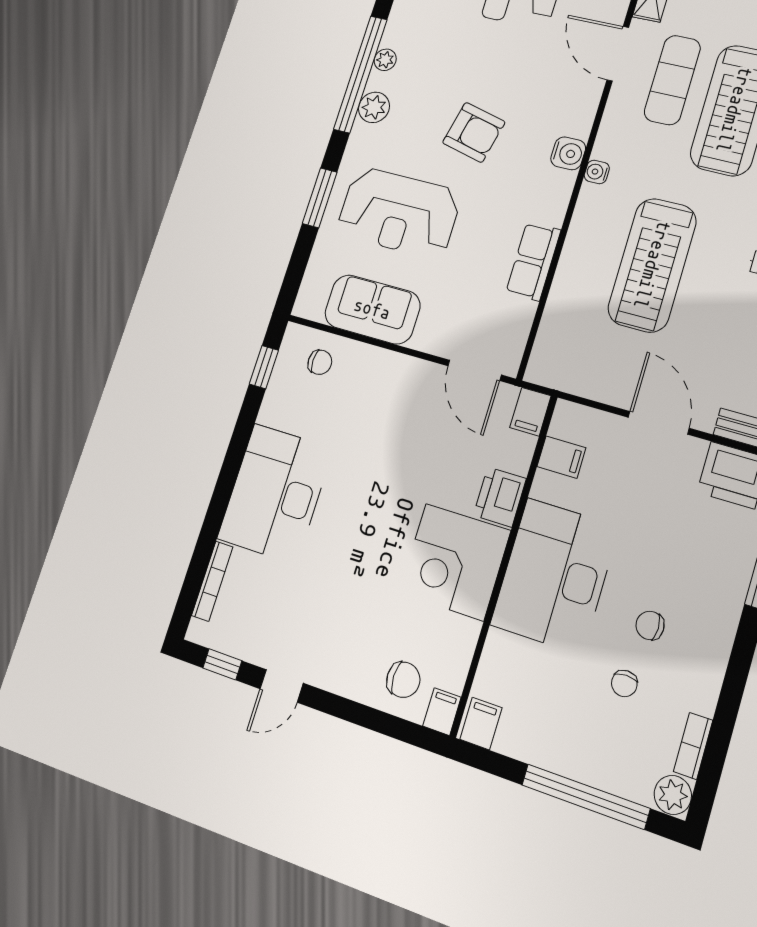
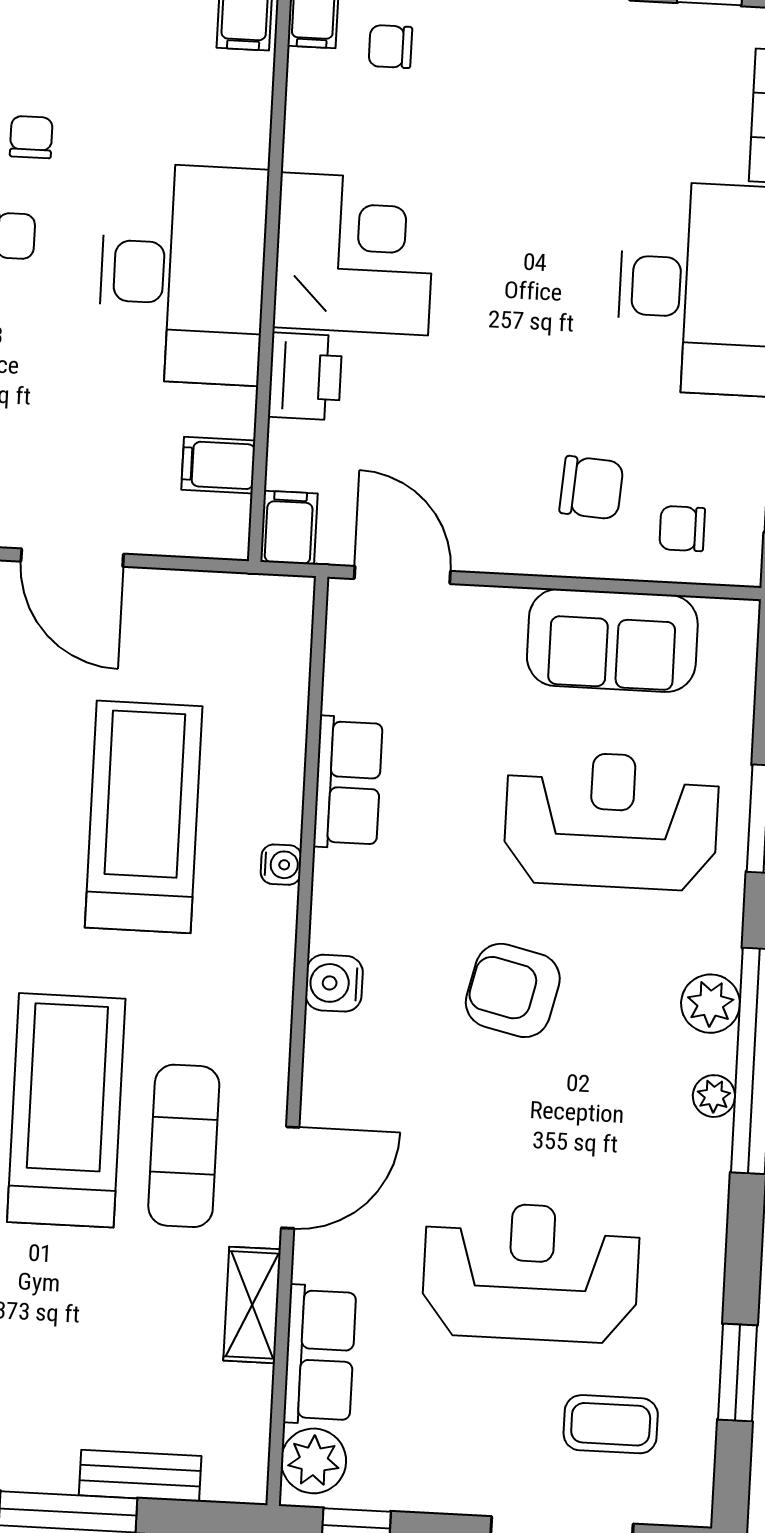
door: (618, 54) -> (290, 1178), hinge flipped
water cooler: (597, 172) -> (281, 865), moved
chair: (361, 396) -> (591, 488), added
chair: (403, 680) -> (390, 47), width x0.73, depth x0.73

